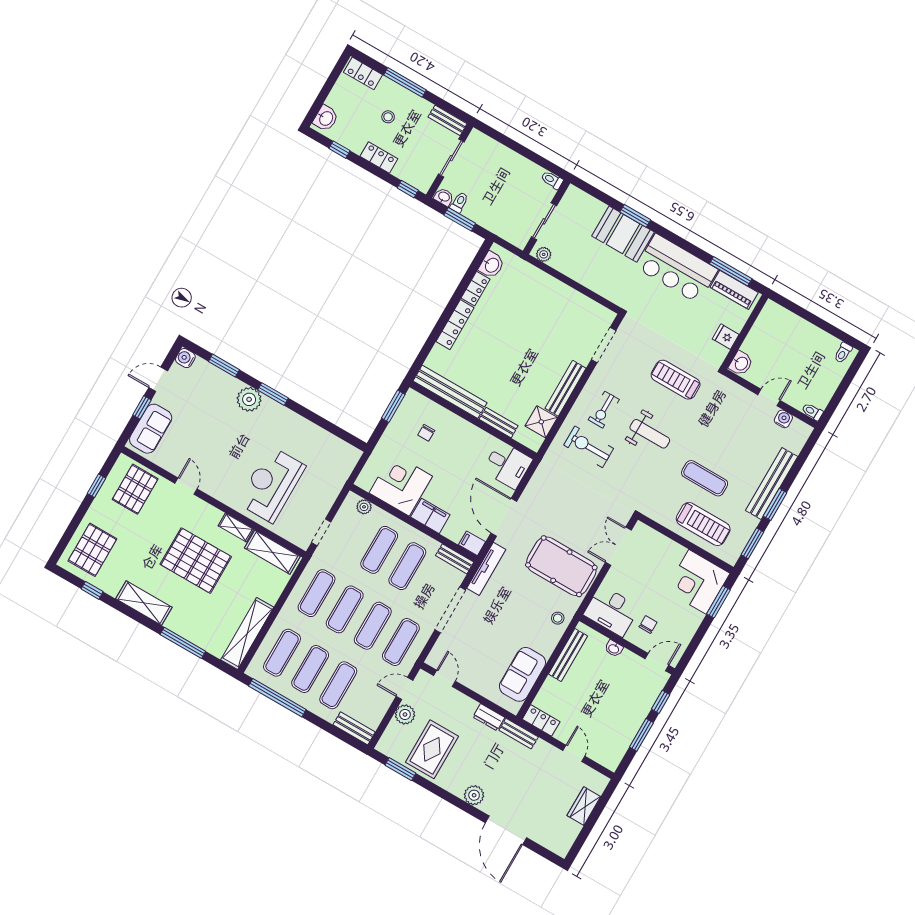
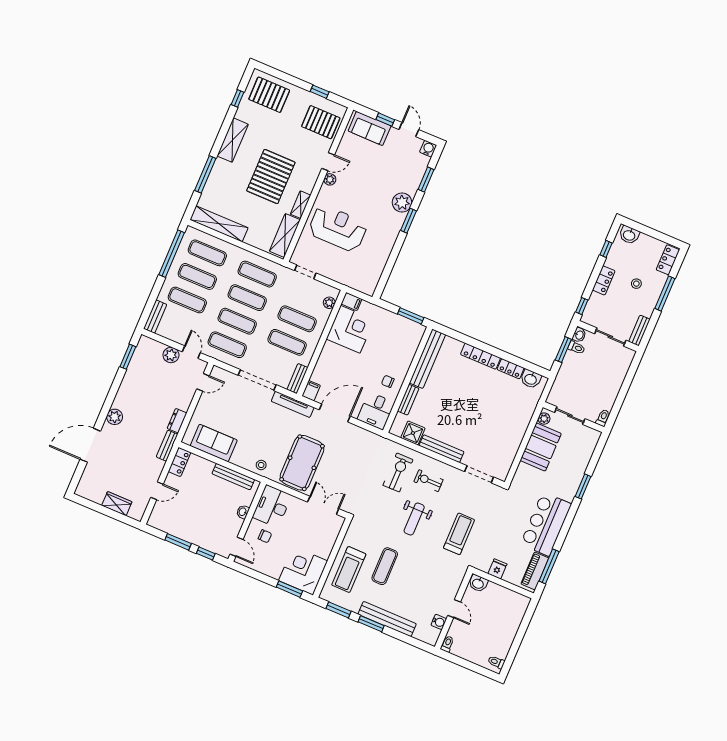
booth: (623, 234) -> (541, 447), moved
chair: (426, 433) -> (388, 381), moved
plant: (209, 487) -> (330, 179), added
filing cabinet: (430, 516) -> (351, 302), moved, width x0.50
rug: (432, 749) -> (146, 379), removed

